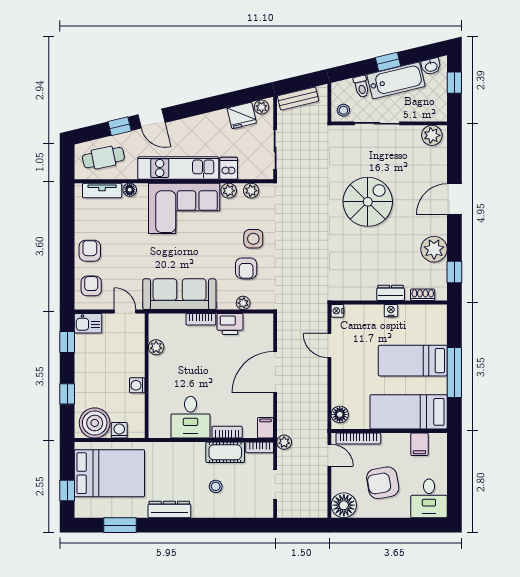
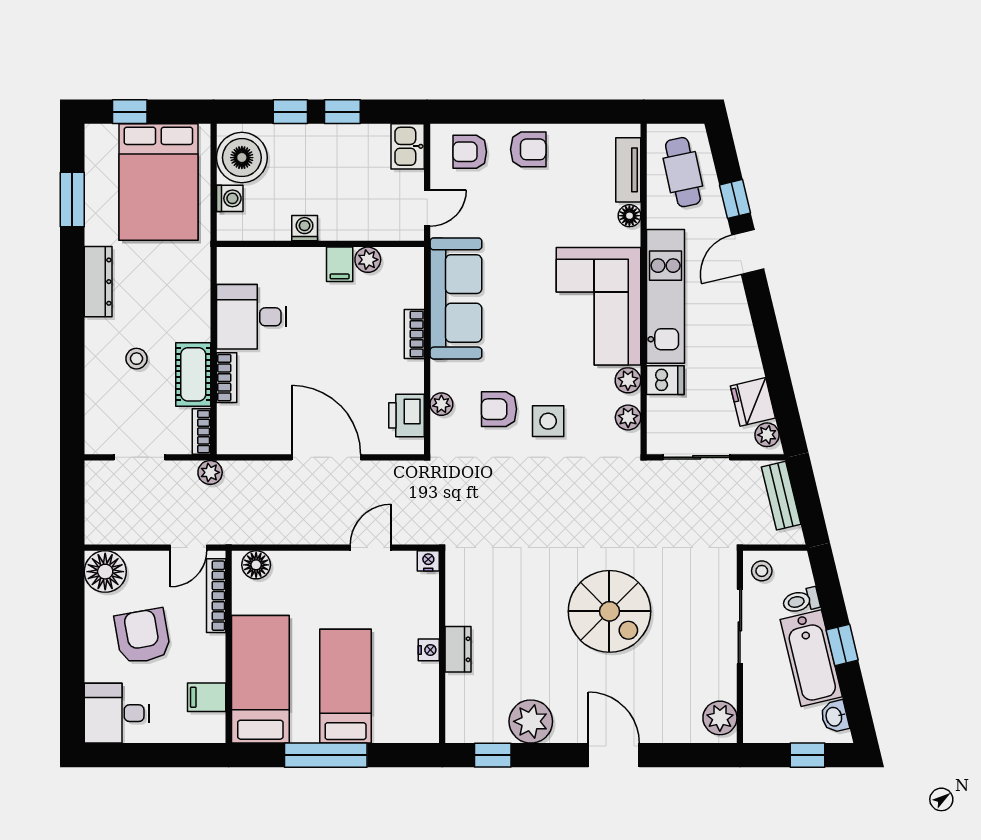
armchair: (91, 286) -> (470, 152), turned 180
shoe rack: (423, 295) -> (455, 703), removed
printer: (230, 324) -> (406, 415), moved
window: (67, 342) -> (342, 112), moved
filing cabinet: (265, 428) -> (340, 264), moved, turned 90

